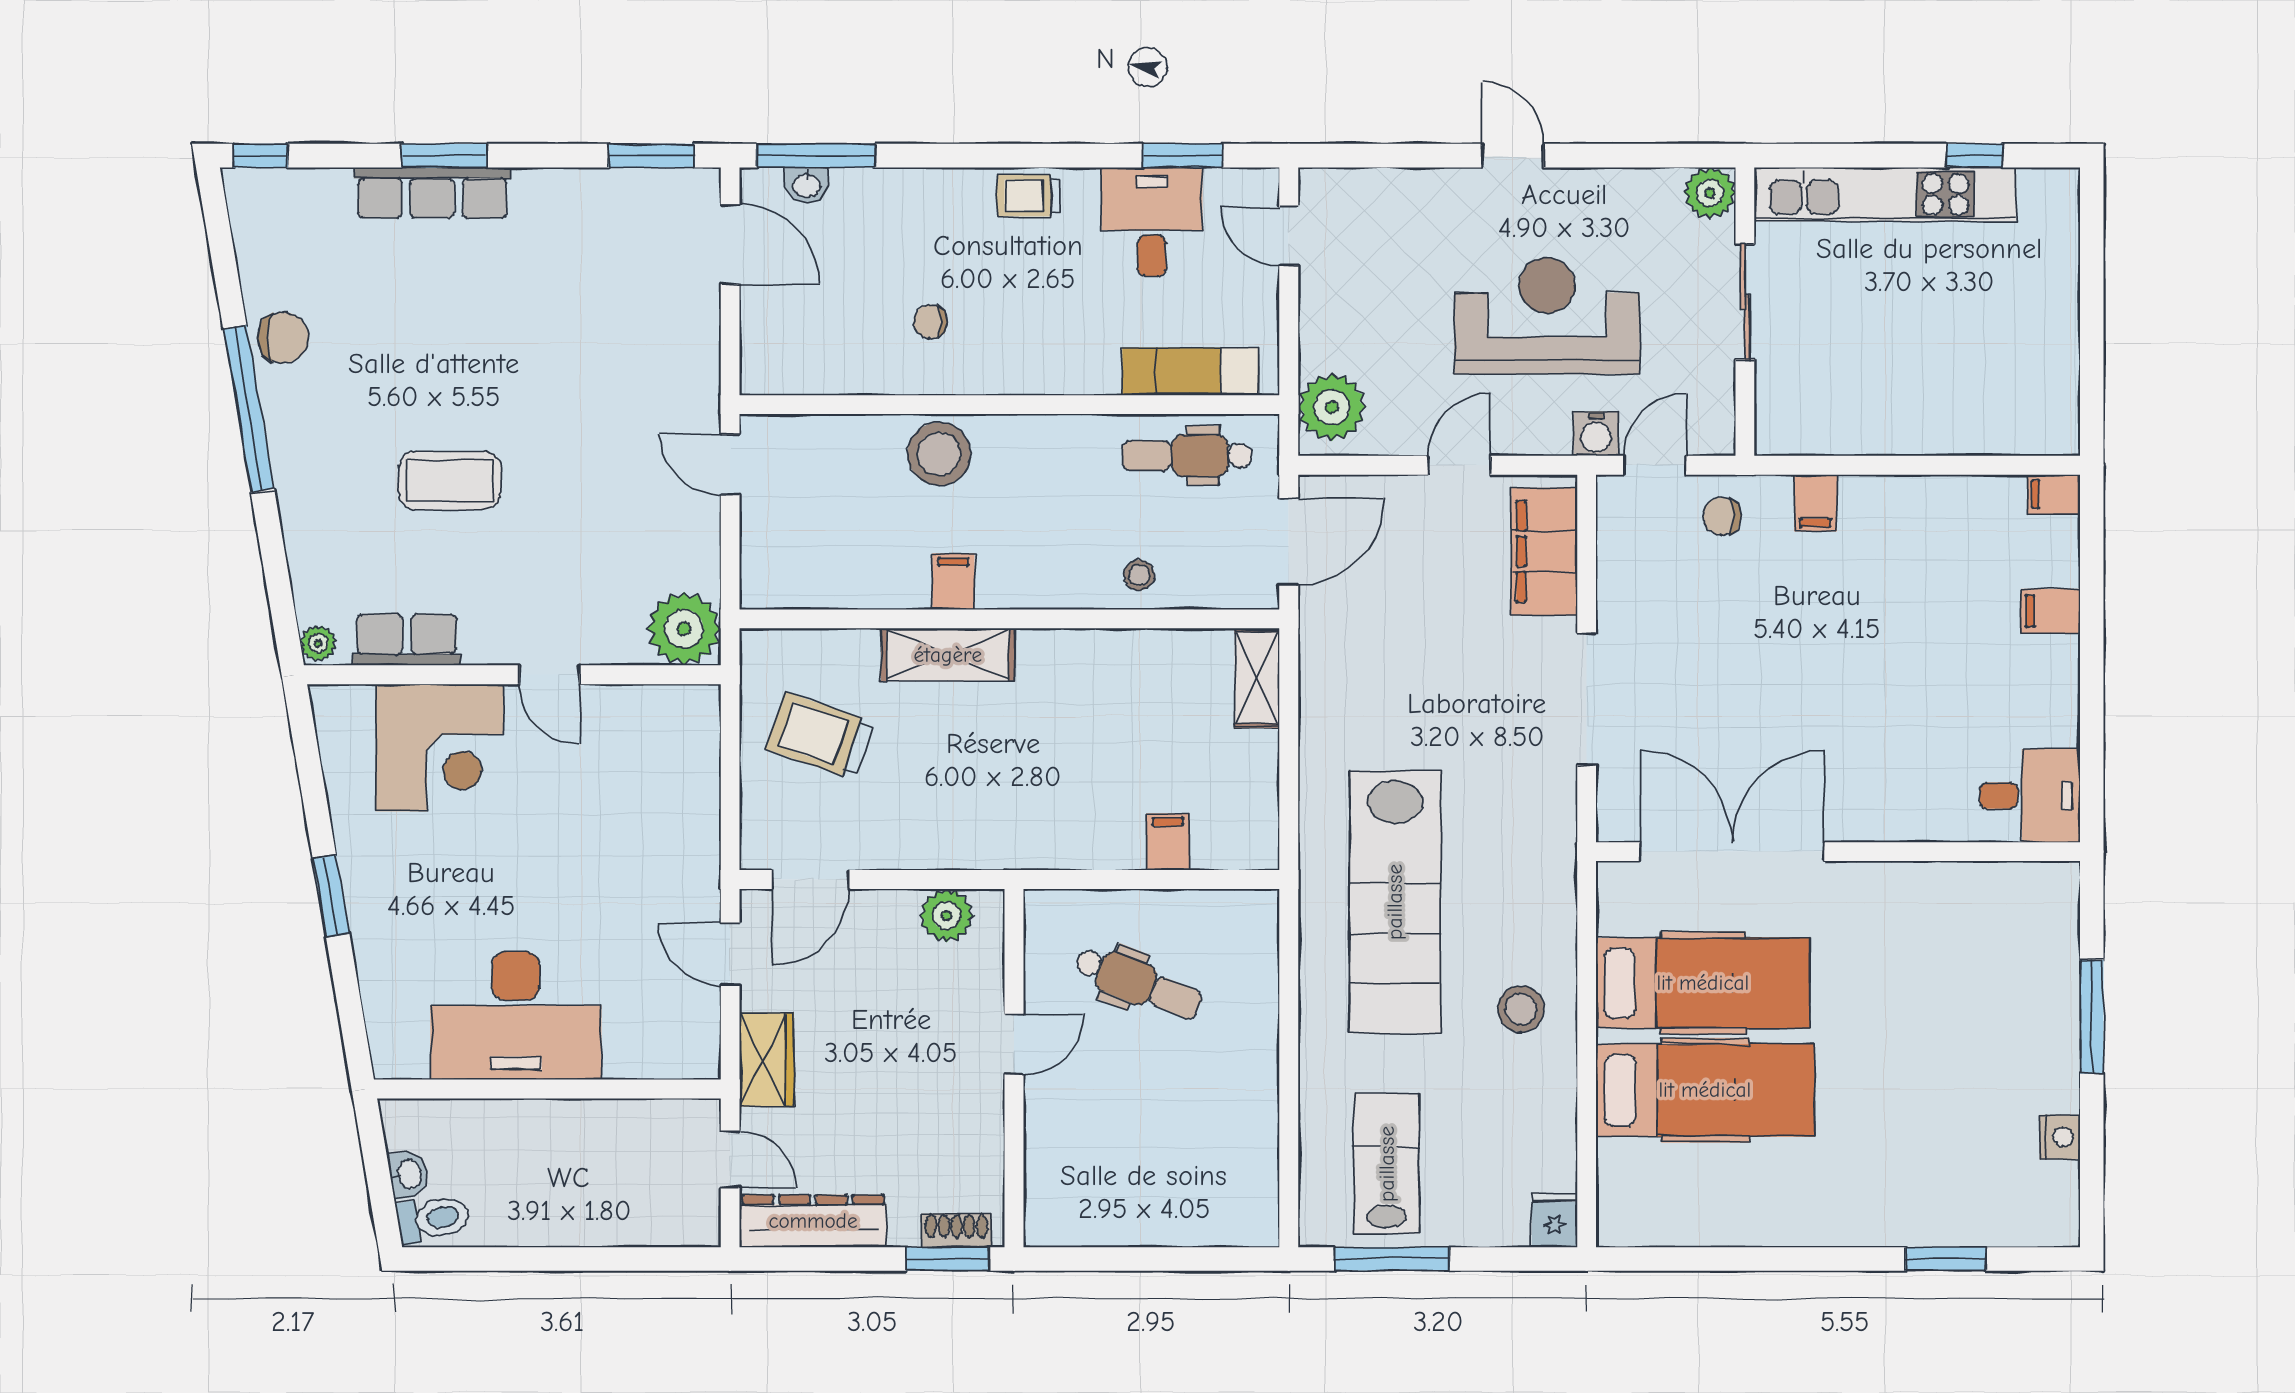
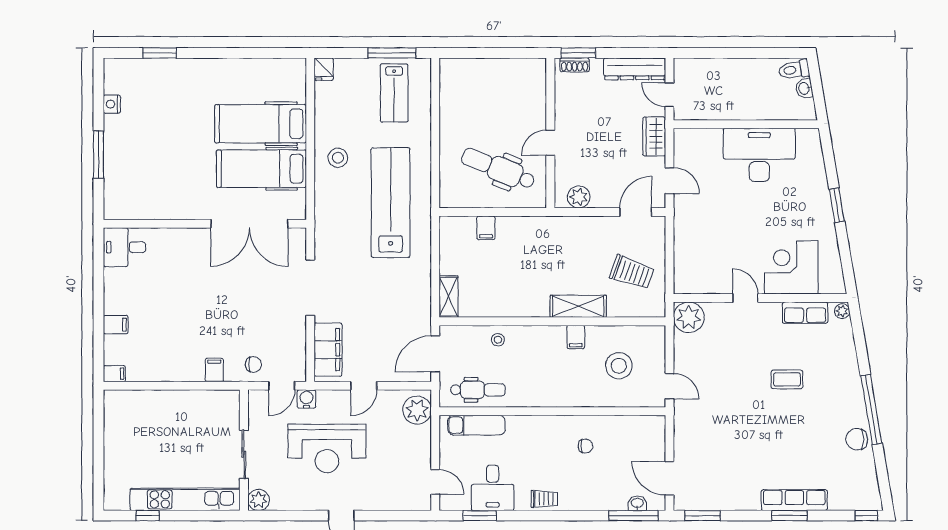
stool: (939, 454) -> (619, 366), moved
coffee table: (450, 480) -> (787, 379), width x0.73, depth x0.77
dental chair: (1138, 983) -> (498, 169), width x1.36, depth x1.38

